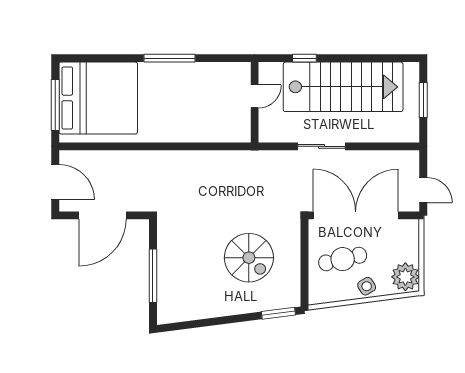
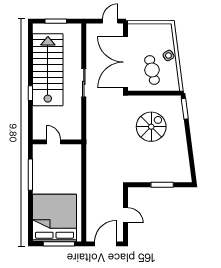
door: (255, 96) -> (54, 142), moved
wall: (255, 102) -> (57, 142), moved
door: (102, 215) -> (126, 215), width x0.53
window: (153, 276) -> (162, 185), width x0.69
plant: (405, 277) -> (163, 32), removed

